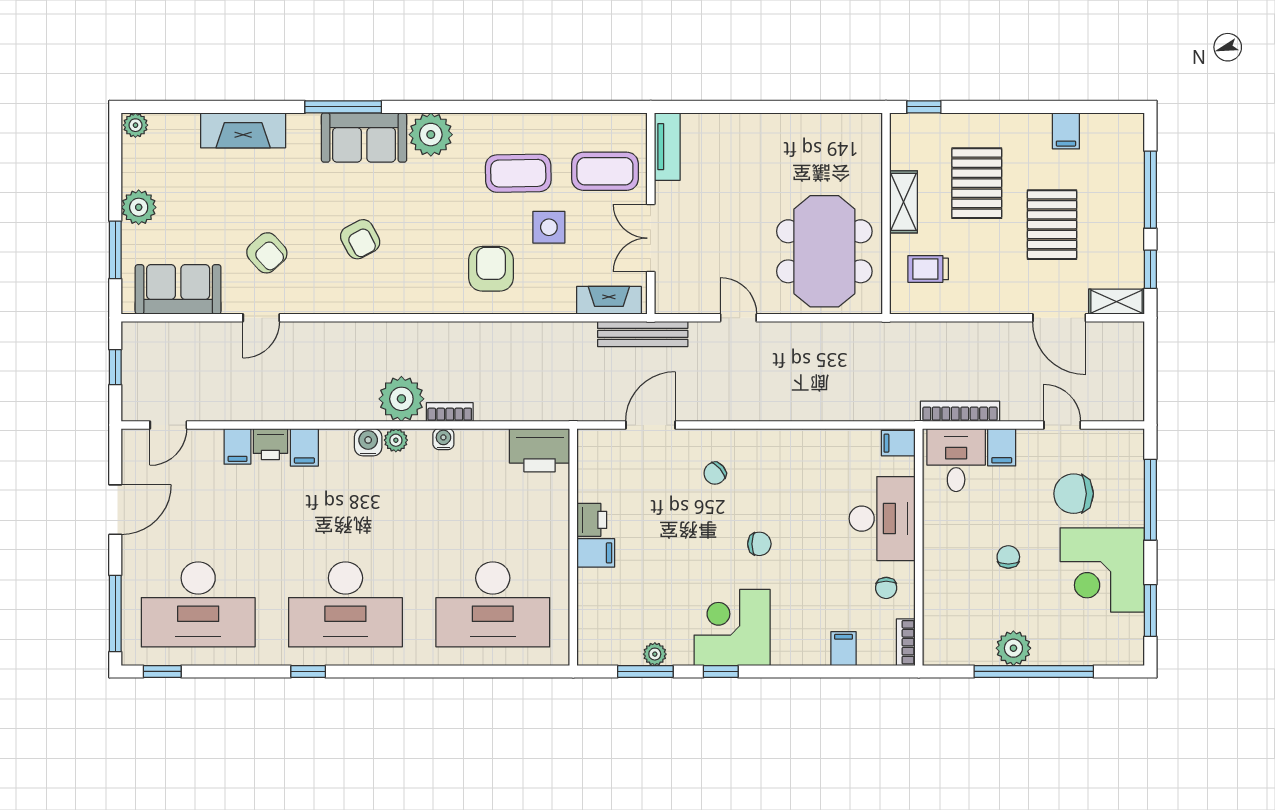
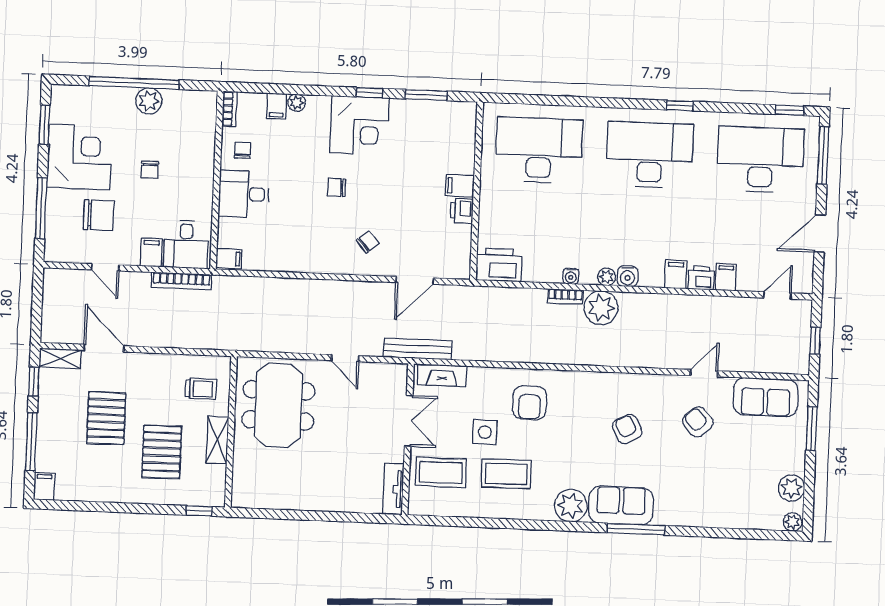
fireplace: (243, 130) -> (712, 515), removed
filing cabinet: (1066, 131) -> (44, 486), moved
plant: (139, 207) -> (792, 488), moved
desk: (882, 519) -> (244, 194), width x0.73
plant: (655, 654) -> (297, 103), moved

